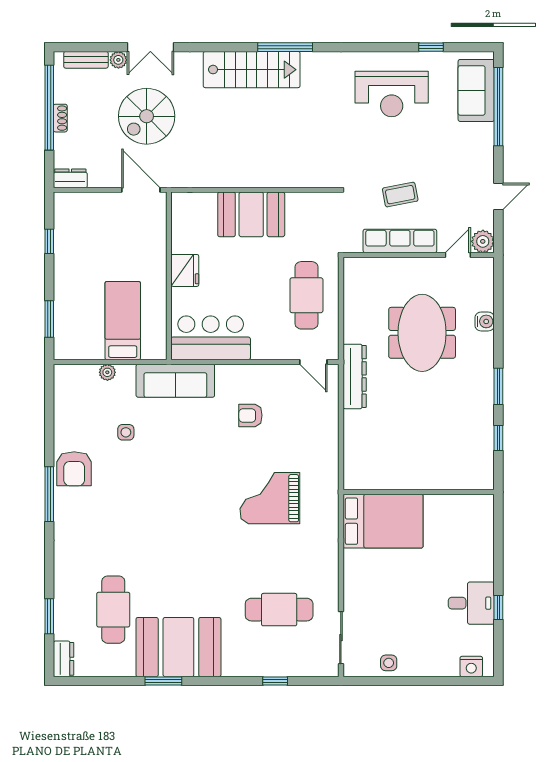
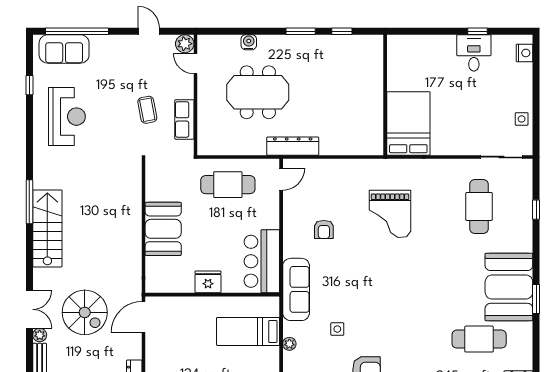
row of seats: (400, 241) -> (184, 119), width x0.68

